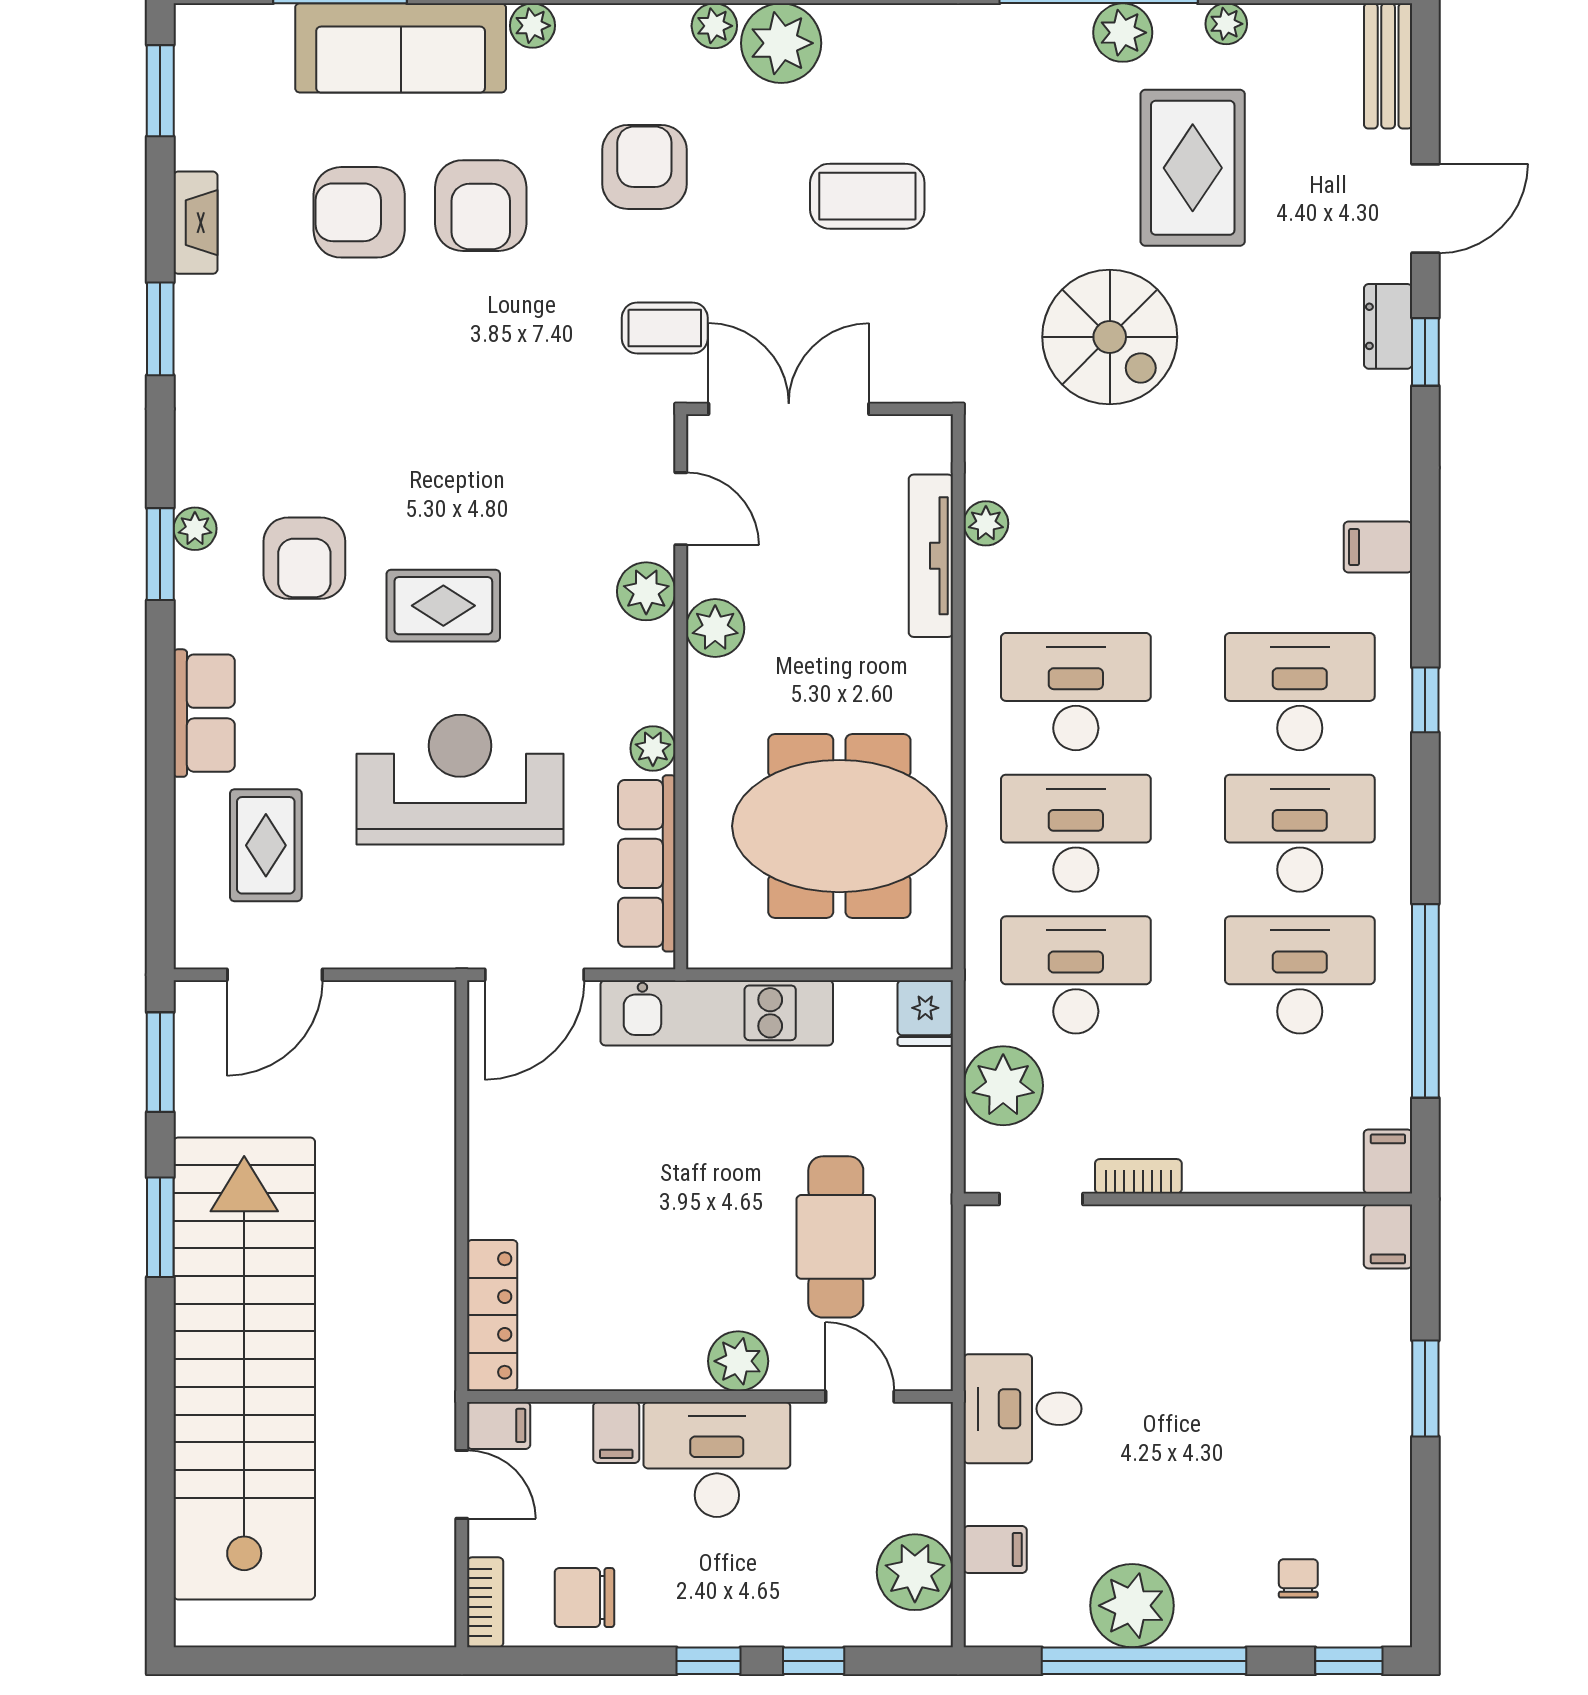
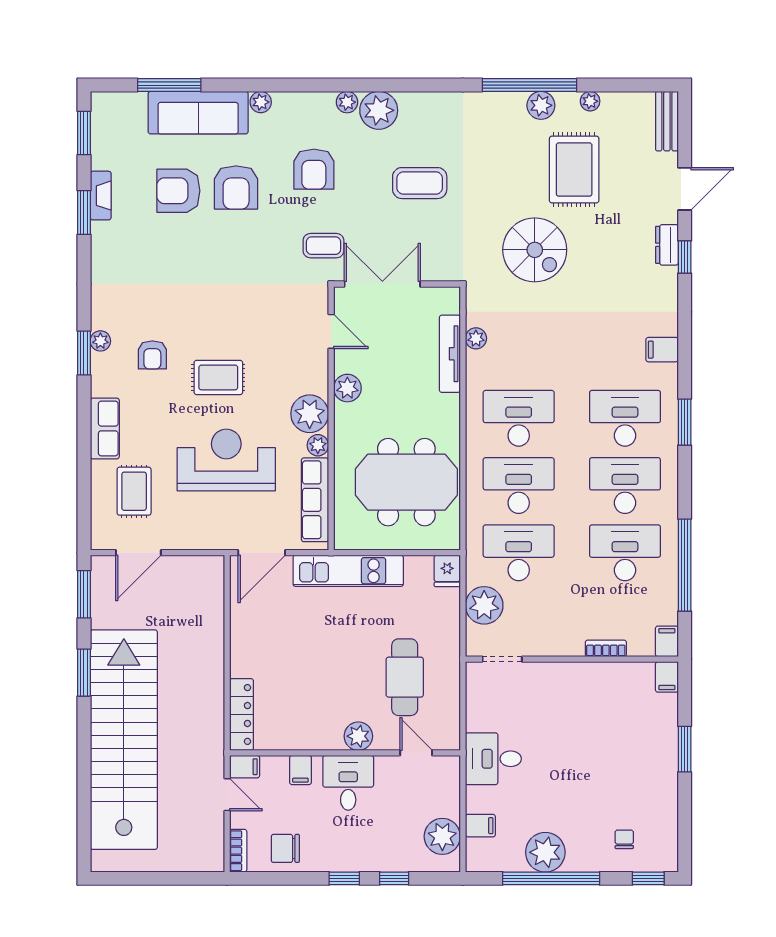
armchair: (644, 167) -> (314, 169), turned 180
window: (160, 329) -> (84, 212), moved
armchair: (304, 558) -> (152, 355), width x0.72, depth x0.72
plant: (646, 591) -> (310, 414), moved, width x1.36, depth x1.36
window: (1425, 700) -> (685, 422), width x1.50
bookcase: (1138, 1176) -> (606, 648), moved
desk: (717, 1459) -> (348, 783), width x0.73

